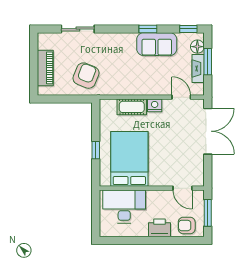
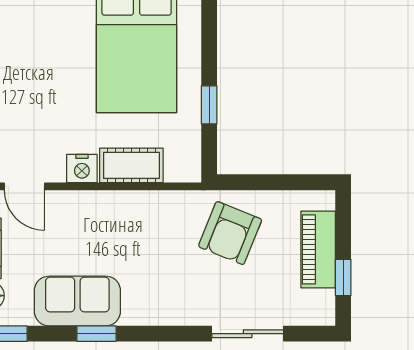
window: (34, 55) -> (343, 277), added
window: (96, 150) -> (209, 105), moved

